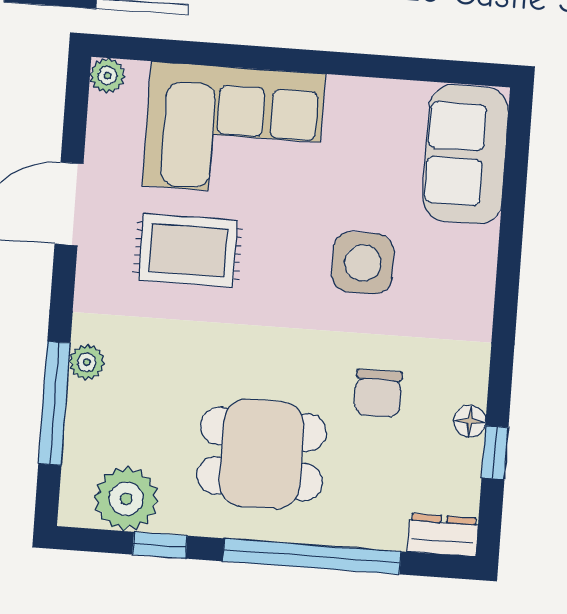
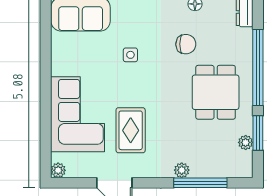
side table: (363, 263) -> (130, 55), width x0.54, depth x0.54
plant: (126, 499) -> (246, 142), width x0.53, depth x0.53
window: (160, 545) -> (258, 133), width x1.50

